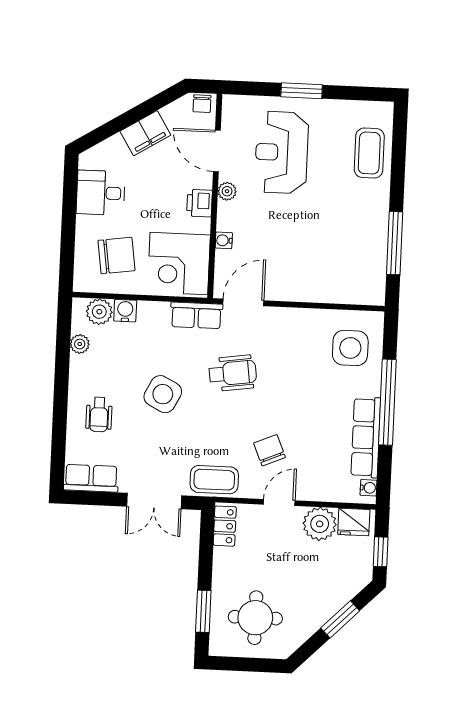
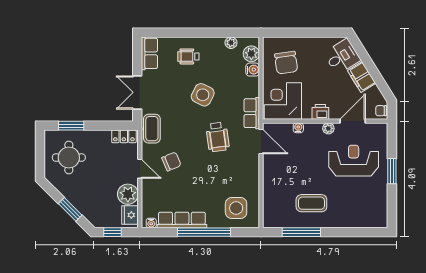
coffee table: (369, 153) -> (311, 203), moved
desk: (101, 193) -> (342, 57), moved, turned 58

